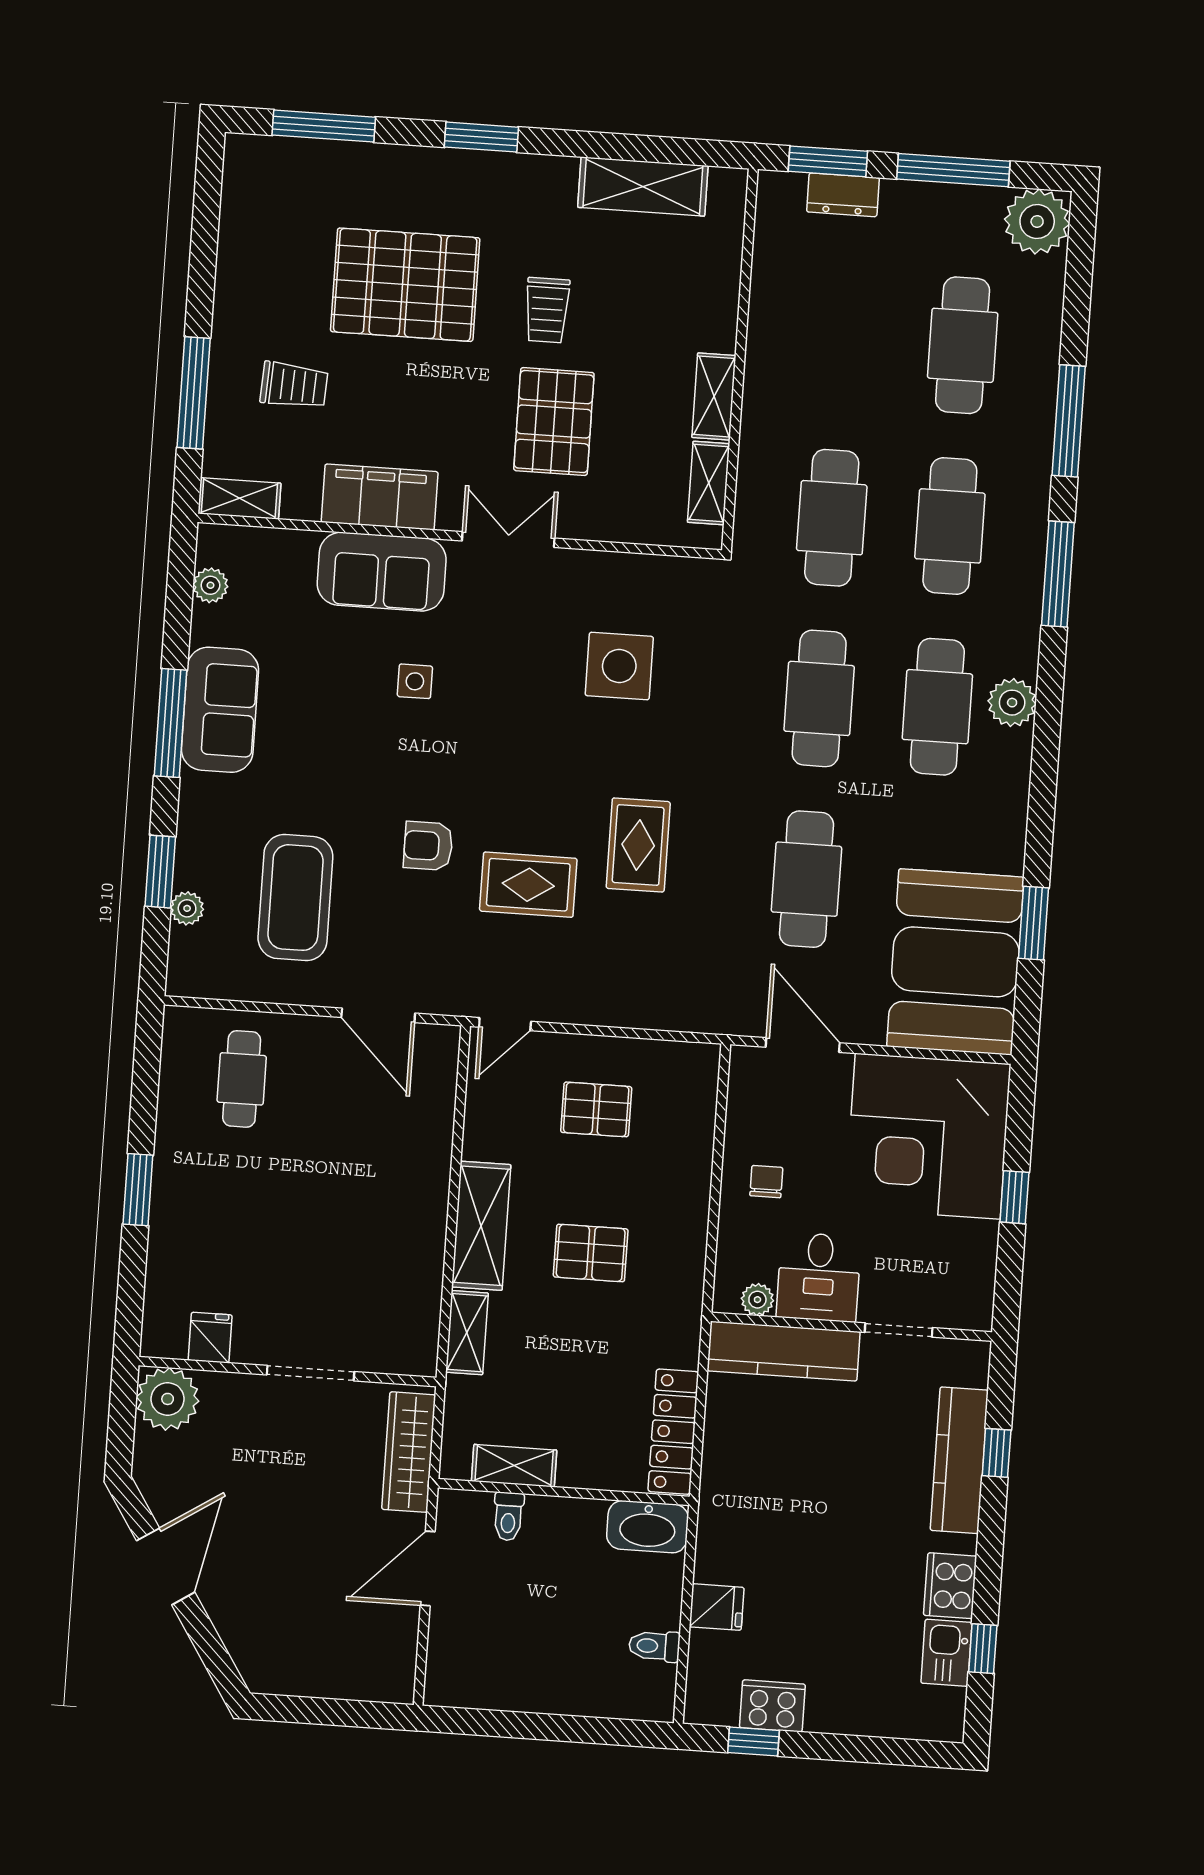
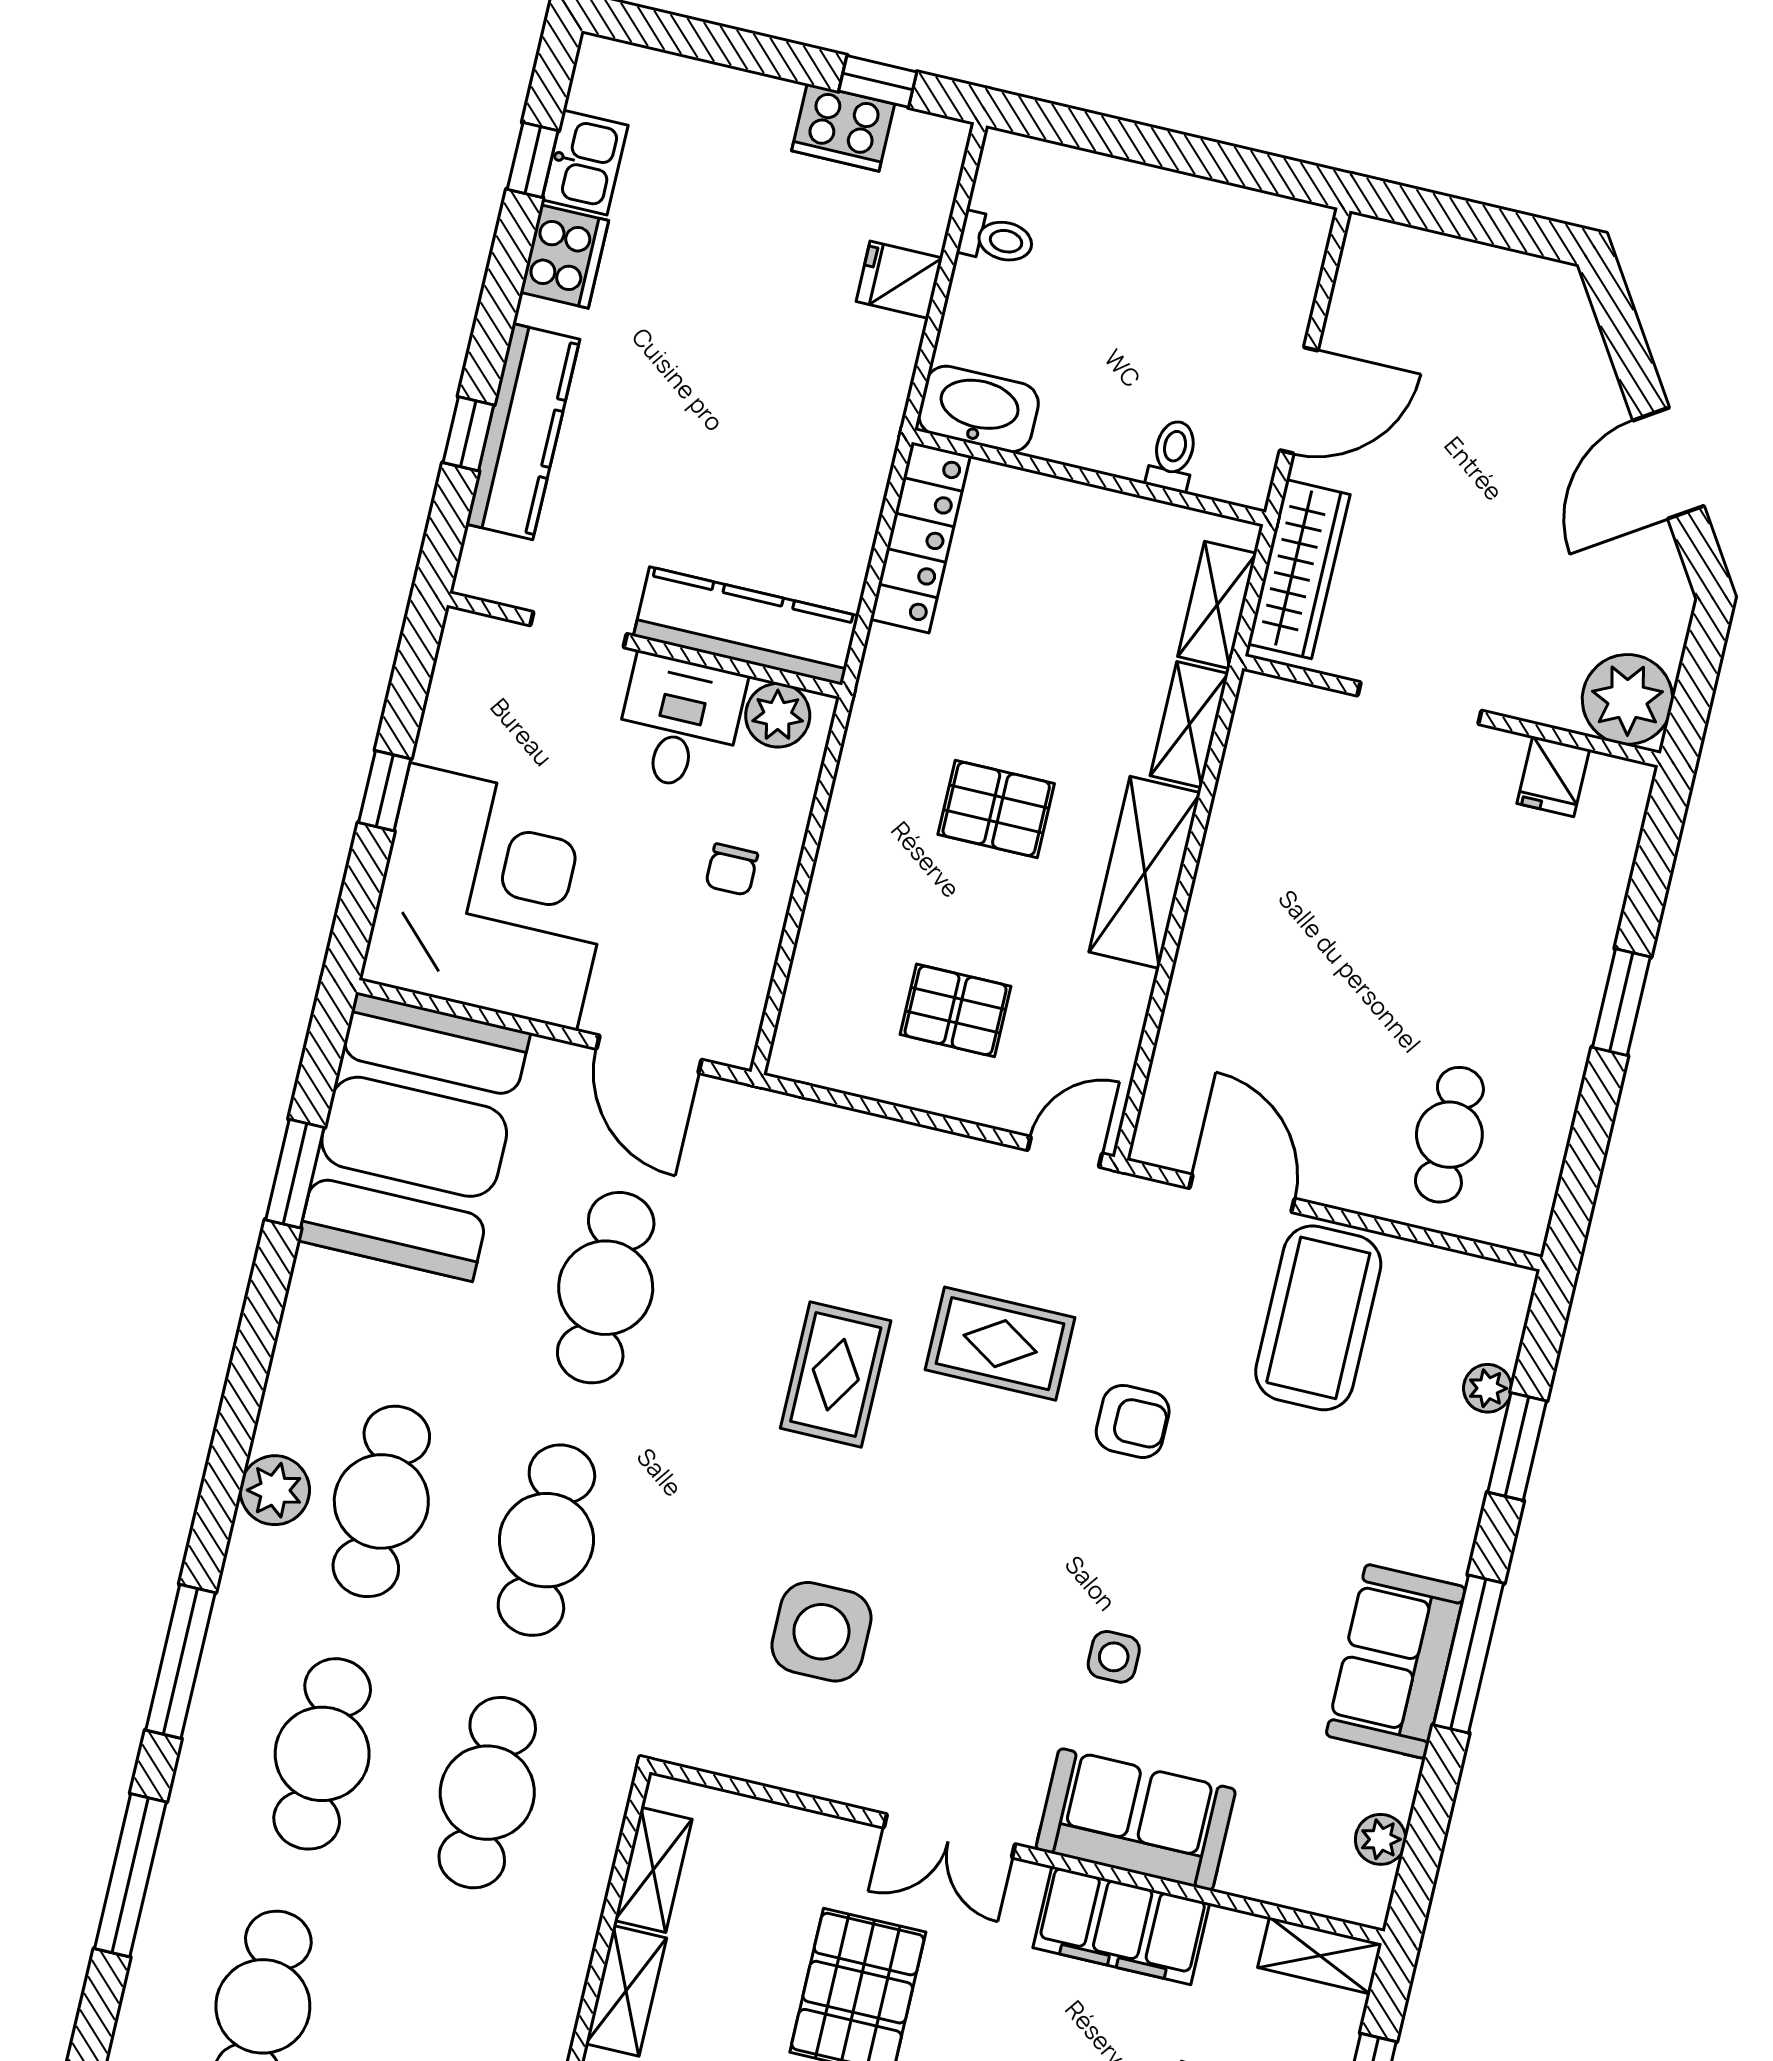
coffee table: (295, 898) -> (1318, 1318), moved
plant: (757, 1300) -> (778, 715), width x1.38, depth x1.38
shelving: (514, 1466) -> (1217, 605), moved, turned 90

